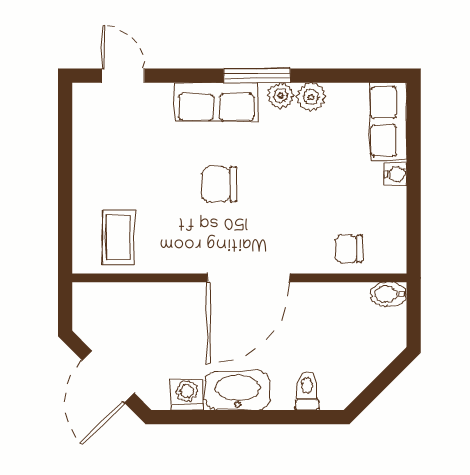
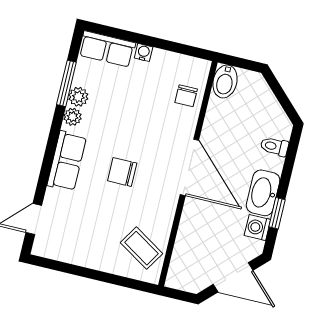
window: (257, 76) -> (66, 83), moved
chair: (219, 184) -> (122, 172), turned 90
coffee table: (118, 237) -> (141, 248), turned 32
bidet: (389, 294) -> (225, 81), width x1.38, depth x1.36
window: (214, 417) -> (277, 213), added

